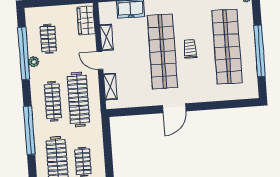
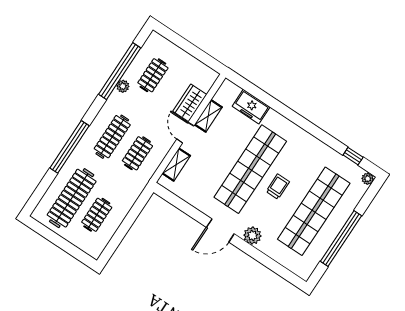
wardrobe: (86, 21) -> (190, 103), moved
plant: (198, 95) -> (252, 236), added
clothes rail: (78, 99) -> (137, 153), width x0.54, depth x0.76

